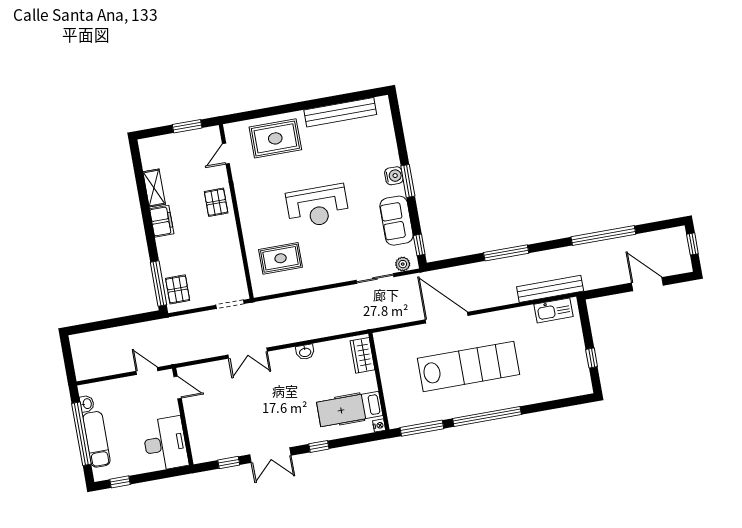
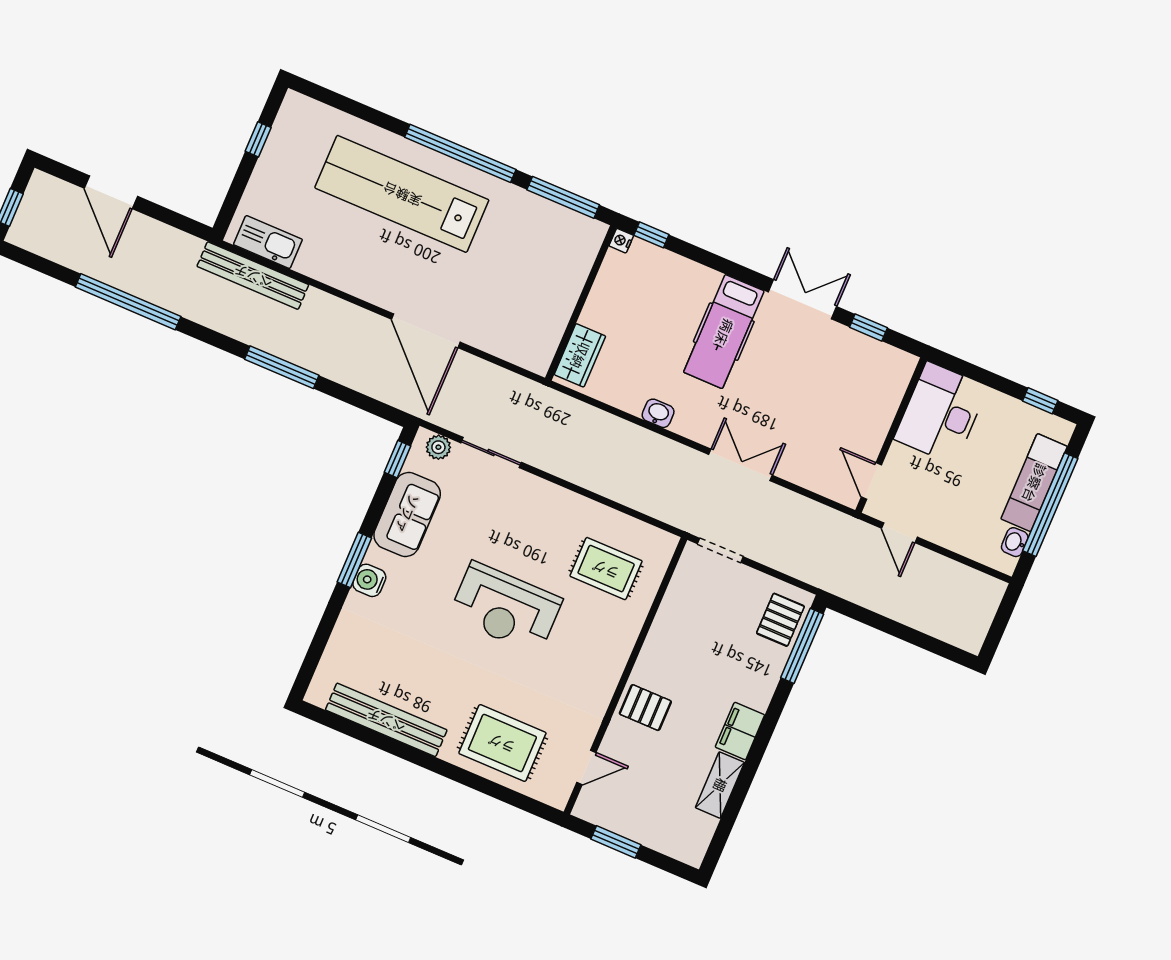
pallet: (216, 202) -> (645, 708), turned 90
reception desk: (318, 206) -> (505, 608), turned 180
lab bench: (468, 366) -> (402, 194), moved
hospital bed: (350, 409) -> (724, 332), moved, turned 90
window: (319, 446) -> (651, 235), moved

